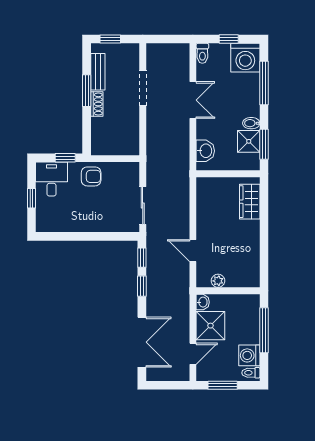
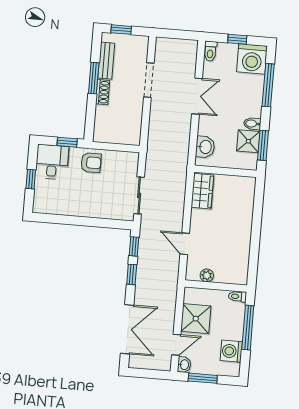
wardrobe: (250, 202) -> (202, 191), moved, turned 180
washbasin: (203, 302) -> (184, 365), moved
toilet: (251, 373) -> (237, 297), moved

